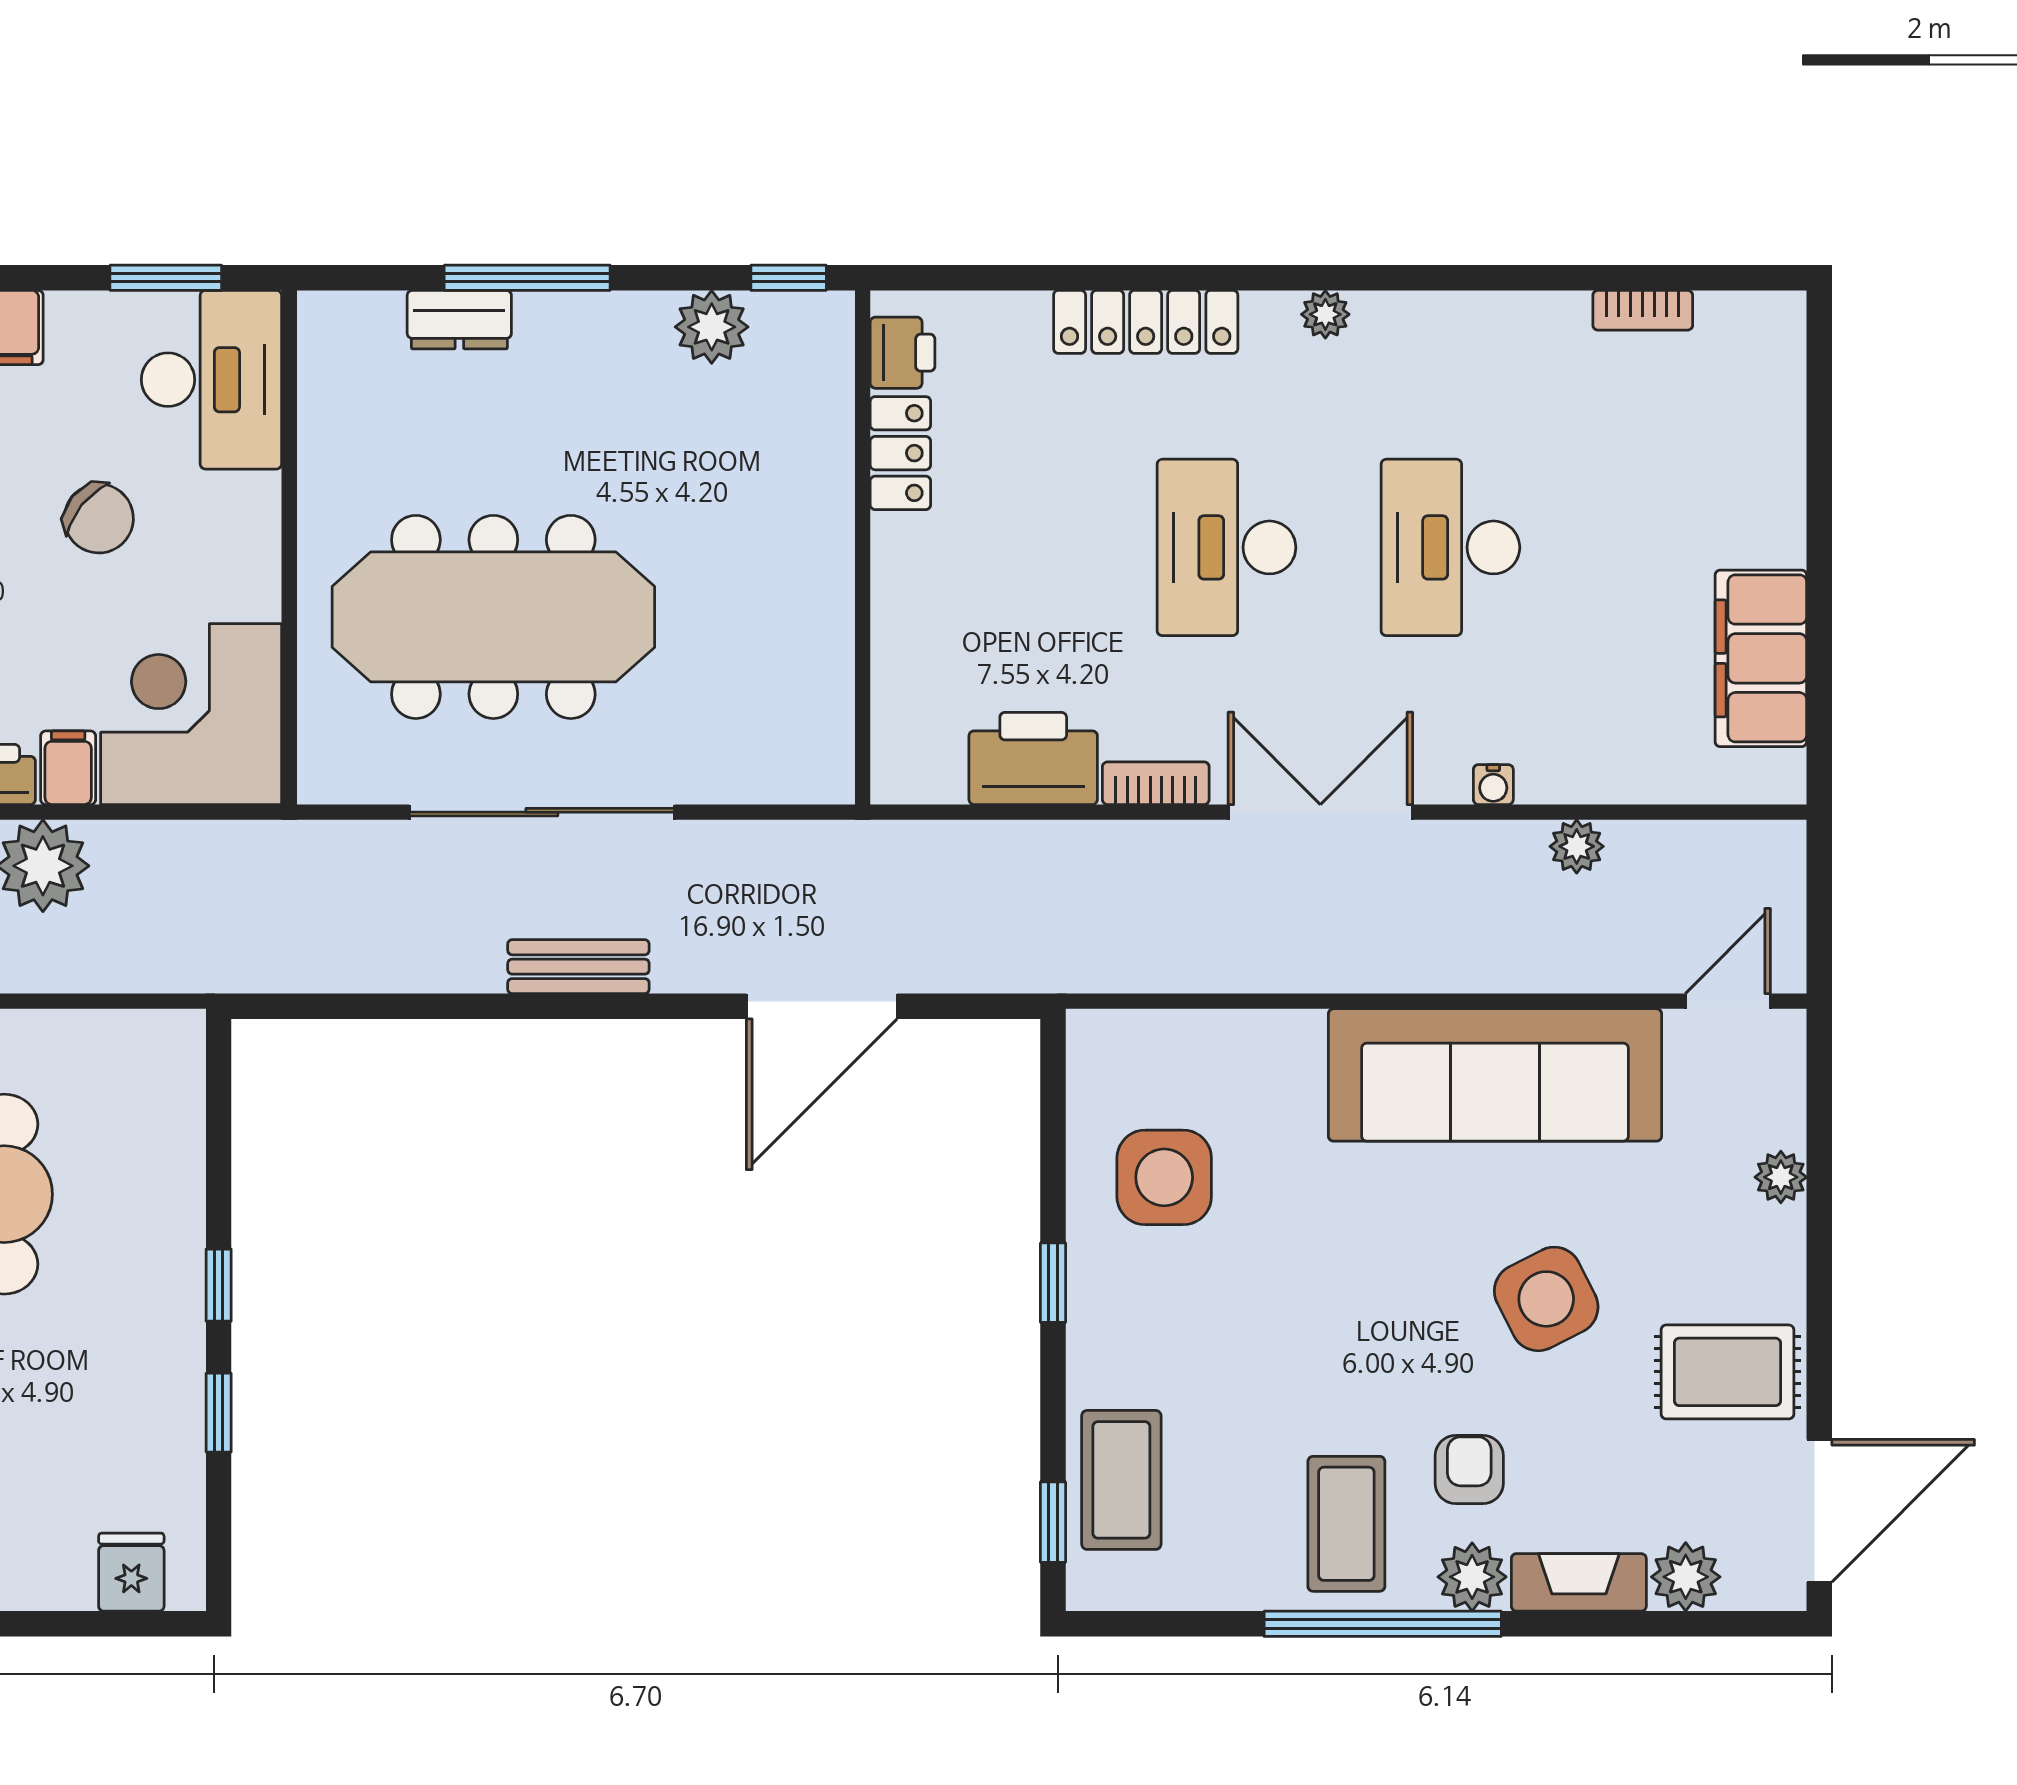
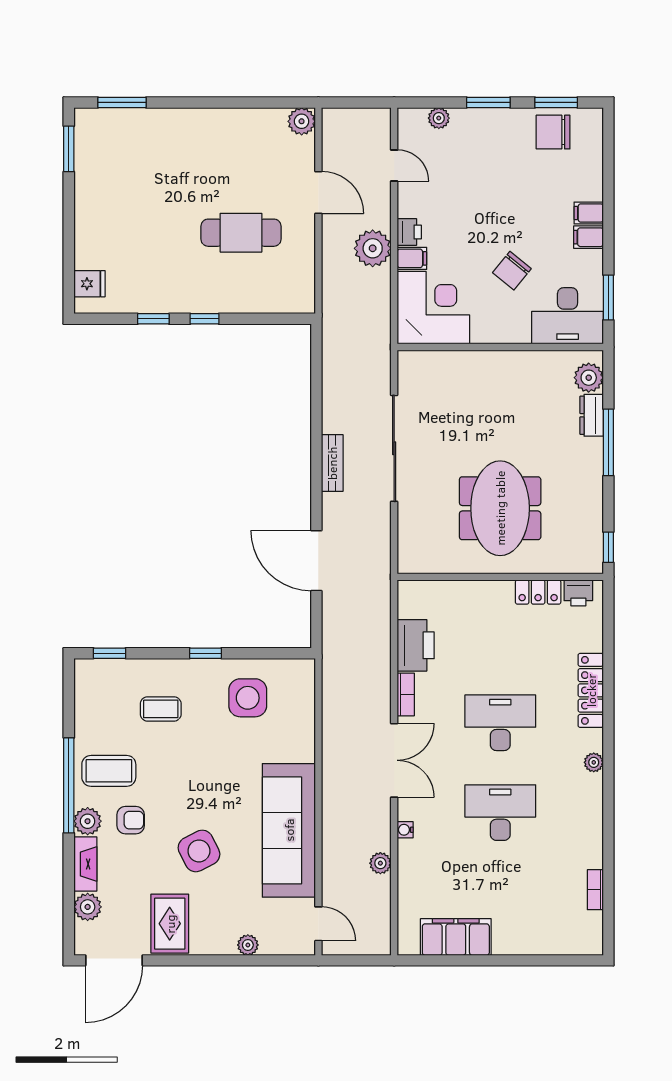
plant: (712, 327) -> (589, 378), moved
meeting table: (493, 617) -> (500, 508), moved, width x0.73
coffee table: (1121, 1480) -> (161, 709), moved, width x0.73, depth x0.77
door: (1819, 1511) -> (114, 960), hinge flipped

